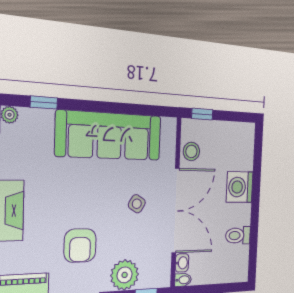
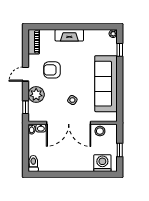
window: (202, 114) -> (120, 150), moved
washing machine: (240, 187) -> (102, 163), moved
toilet: (238, 235) -> (33, 163), moved

